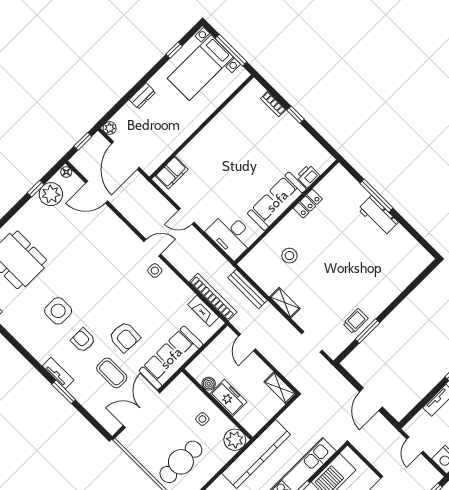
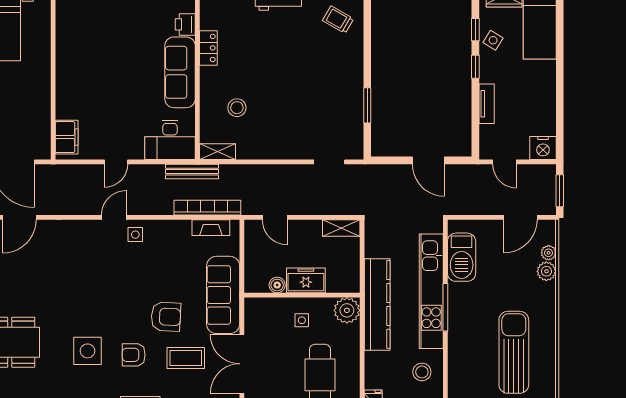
bench: (248, 289) -> (192, 172), moved
shelving: (285, 303) -> (218, 152), moved
trolley: (355, 321) -> (338, 20), moved, turned -60

